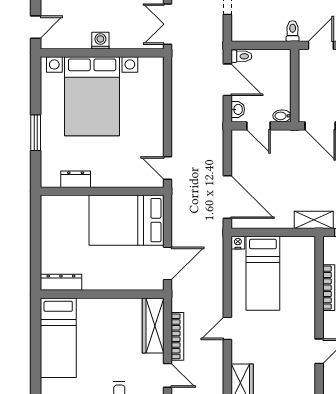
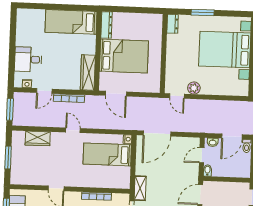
plant: (154, 142) -> (194, 88), added
door: (167, 168) -> (177, 96), swing flipped
dresser: (76, 179) -> (173, 24), moved
bed: (126, 220) -> (124, 56), moved, turned 90
wardrobe: (153, 326) -> (88, 72), moved, turned -90

